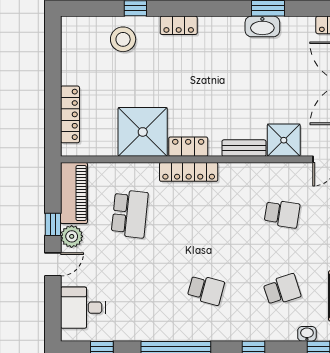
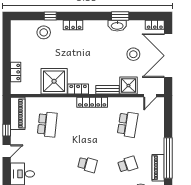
stool: (293, 81) -> (133, 54), added
locker: (70, 114) -> (16, 72), width x0.66
locker: (189, 172) -> (92, 102), moved
school desk: (282, 214) -> (128, 124), width x1.85
plant: (72, 236) -> (17, 136), removed

